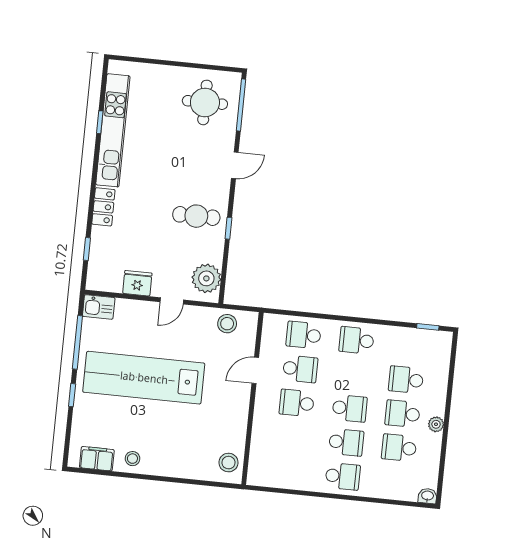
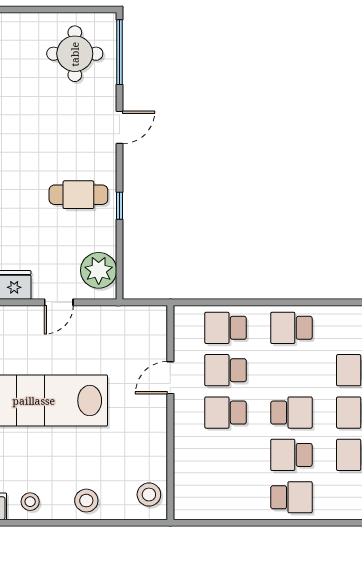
stool: (227, 324) -> (86, 501), moved
school desk: (300, 369) -> (226, 370), turned 180
school desk: (346, 442) -> (291, 455), turned 180

